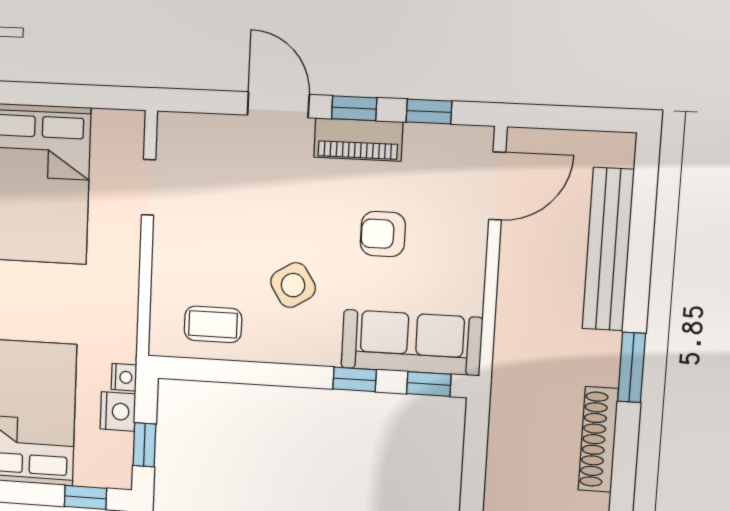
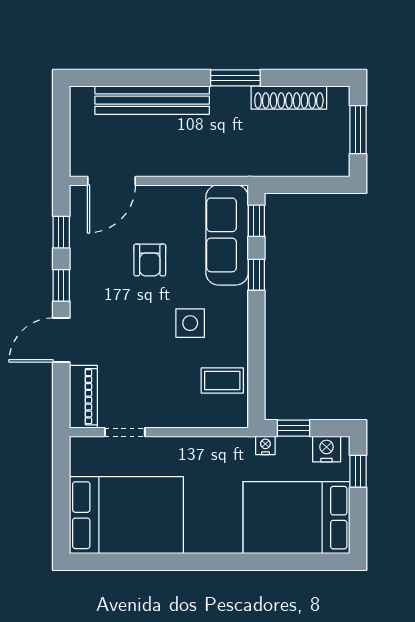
piano: (358, 140) -> (83, 397), moved
door: (497, 186) -> (111, 181), swing flipped
side table: (293, 285) -> (190, 323), turned 32
coffee table: (213, 324) -> (222, 381), turned 90
nightstand: (118, 411) -> (327, 449), moved
window: (144, 445) -> (293, 428), moved

